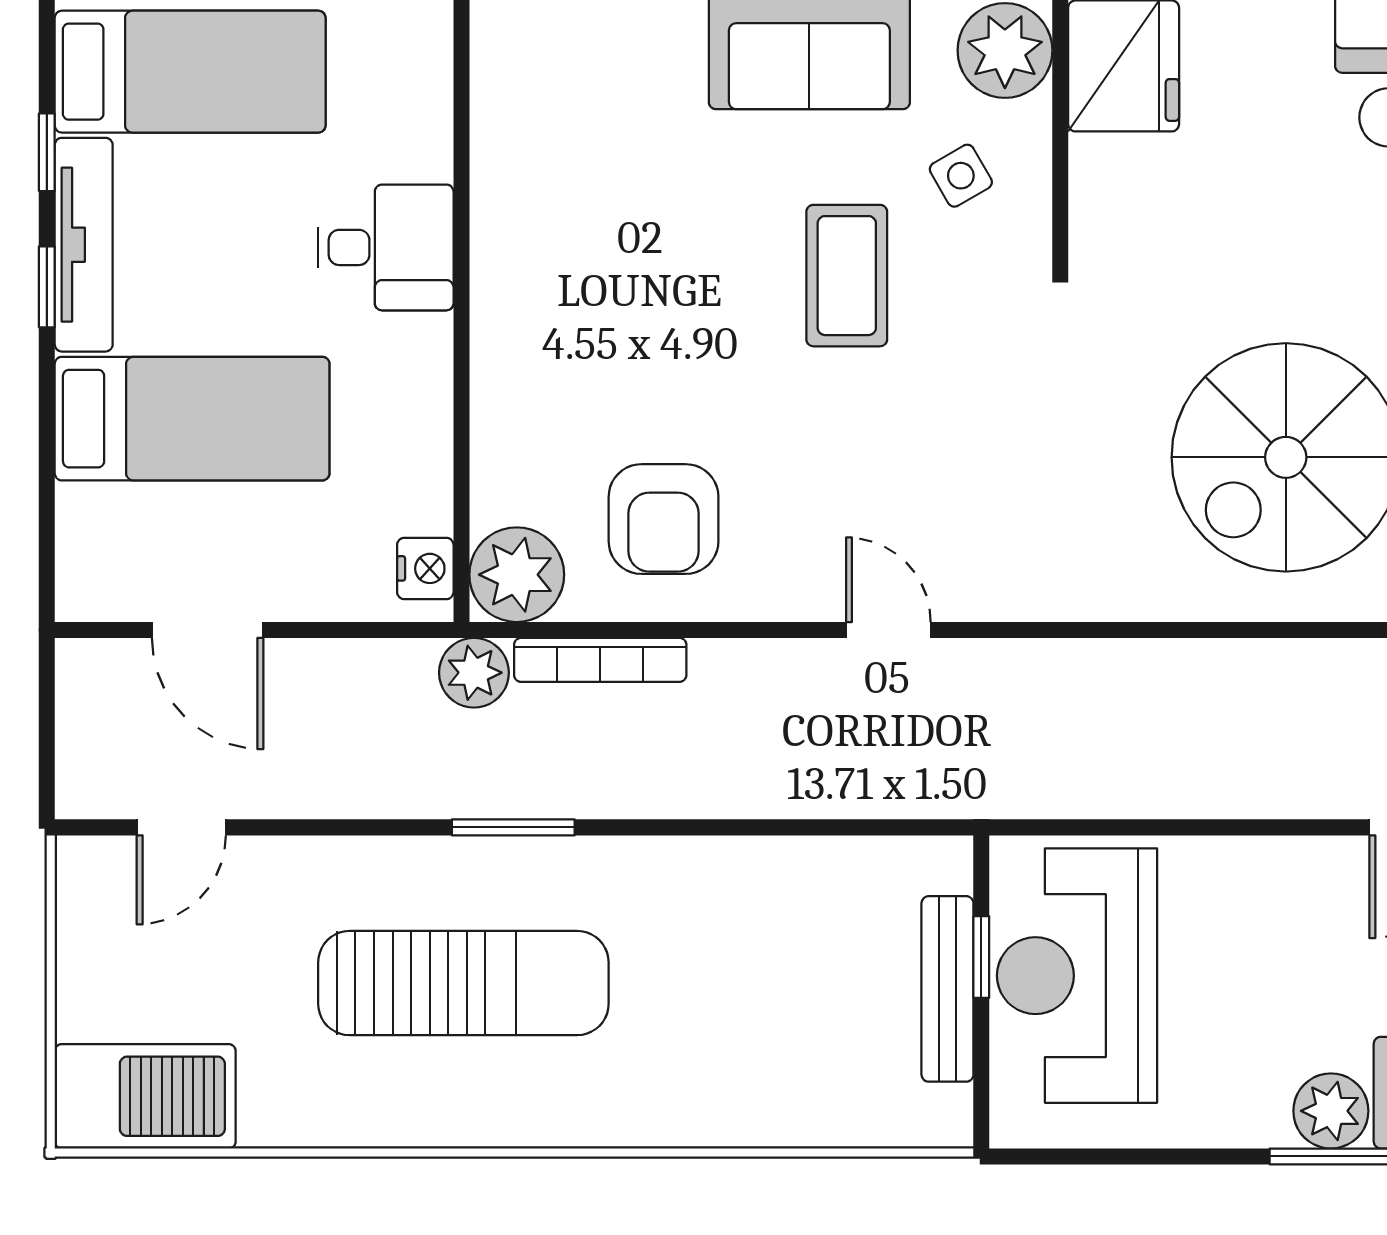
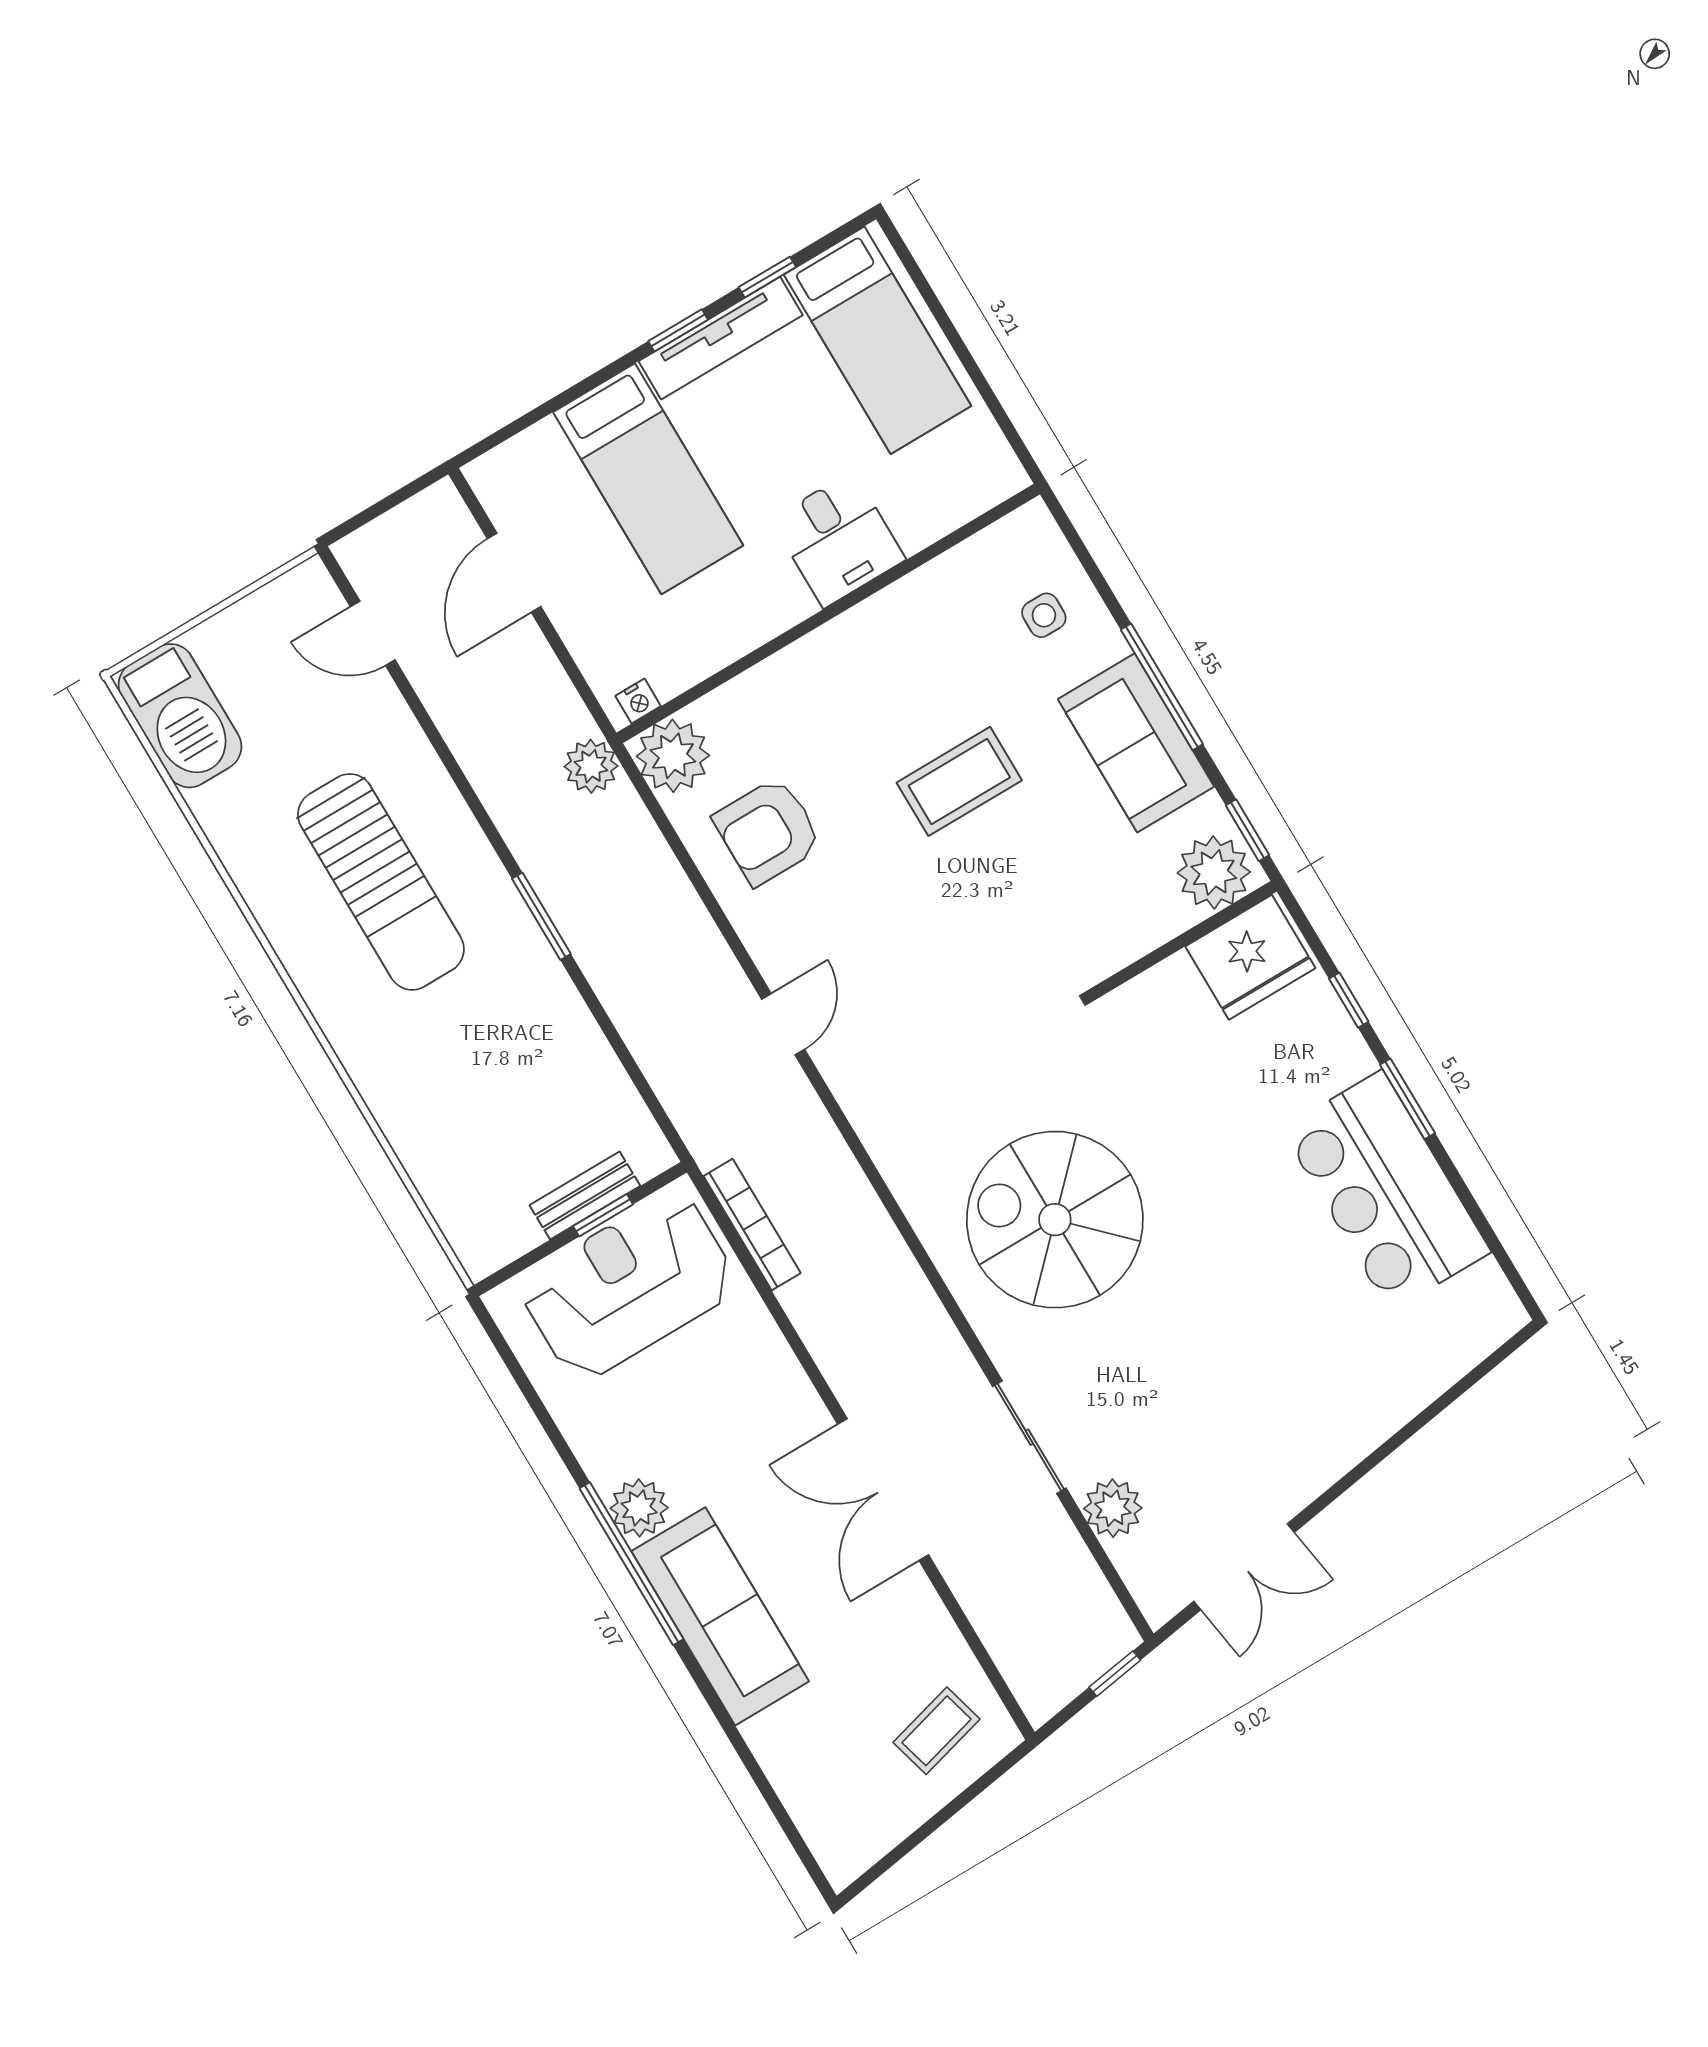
side table: (961, 176) -> (1044, 615), moved, turned 30
coffee table: (847, 276) -> (959, 781), moved
nightstand: (425, 568) -> (638, 701), width x0.72, depth x0.74
bookcase: (600, 660) -> (752, 1225), moved, turned 180
window: (513, 827) -> (541, 916), moved
bench: (947, 989) -> (585, 1196), width x0.73

